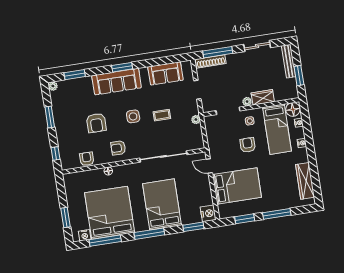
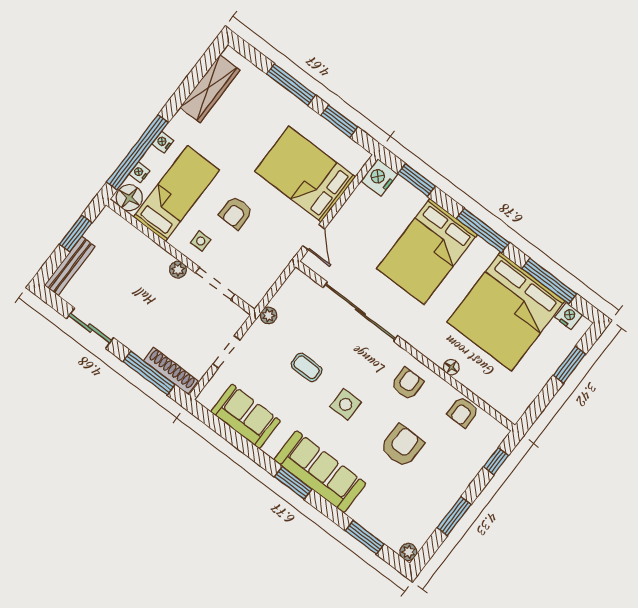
wardrobe: (263, 97) -> (152, 254), removed
window: (307, 129) -> (137, 152), added
armchair: (118, 148) -> (407, 384), turned -90

